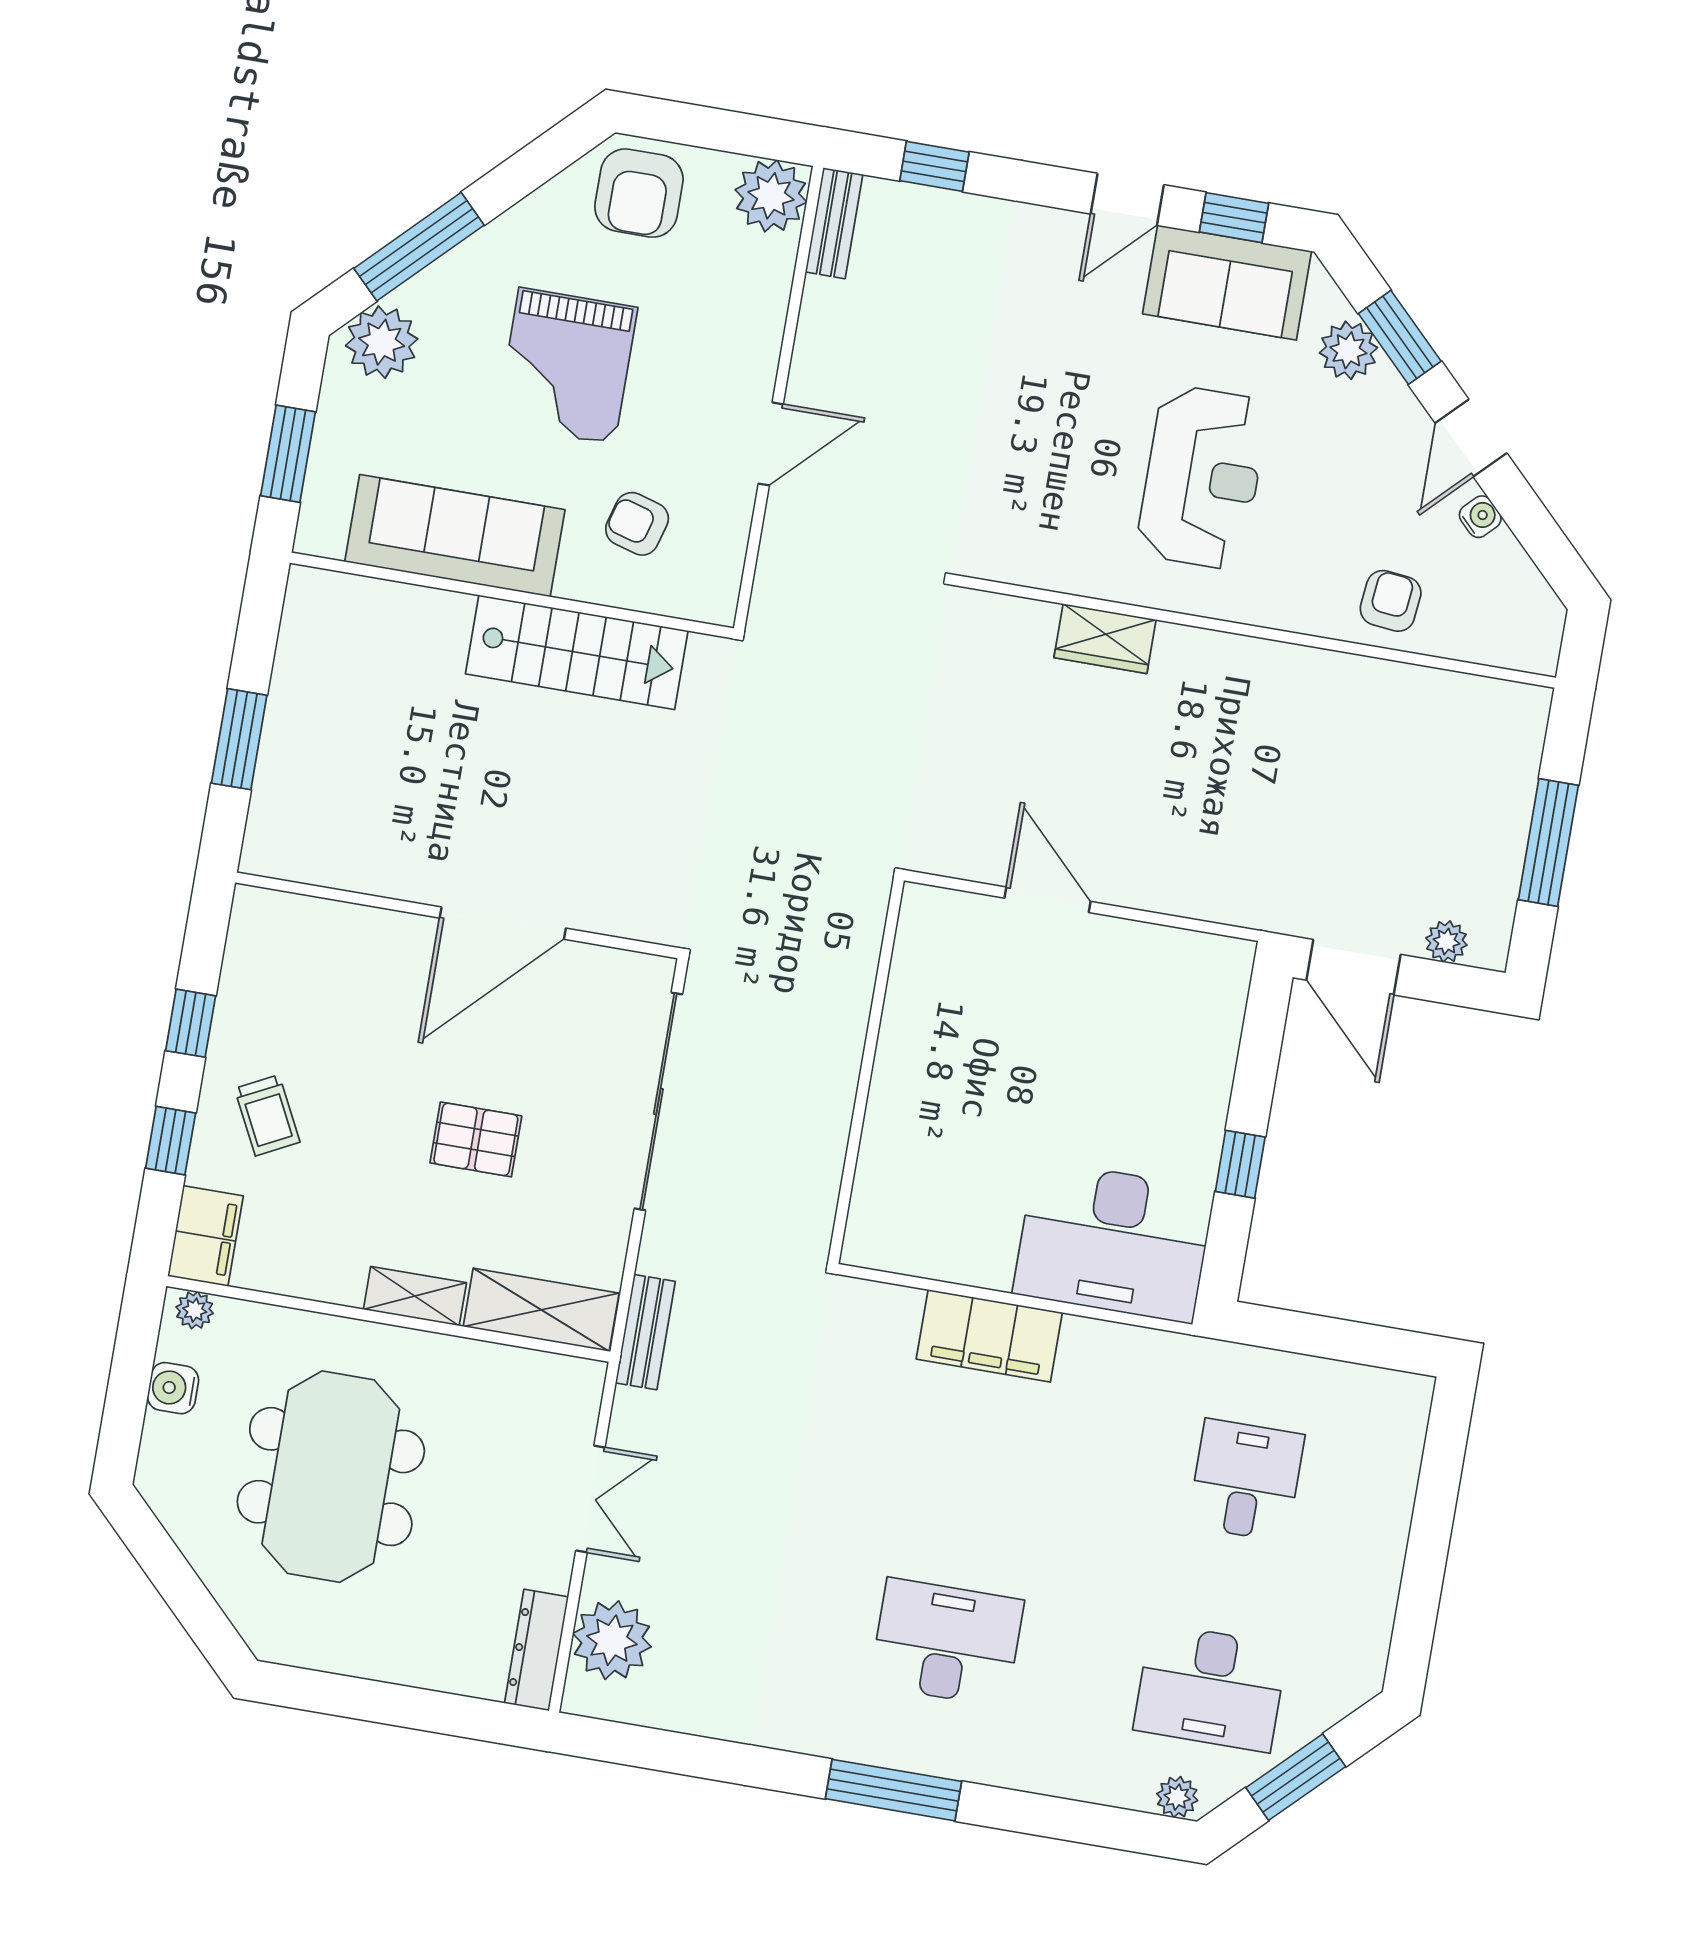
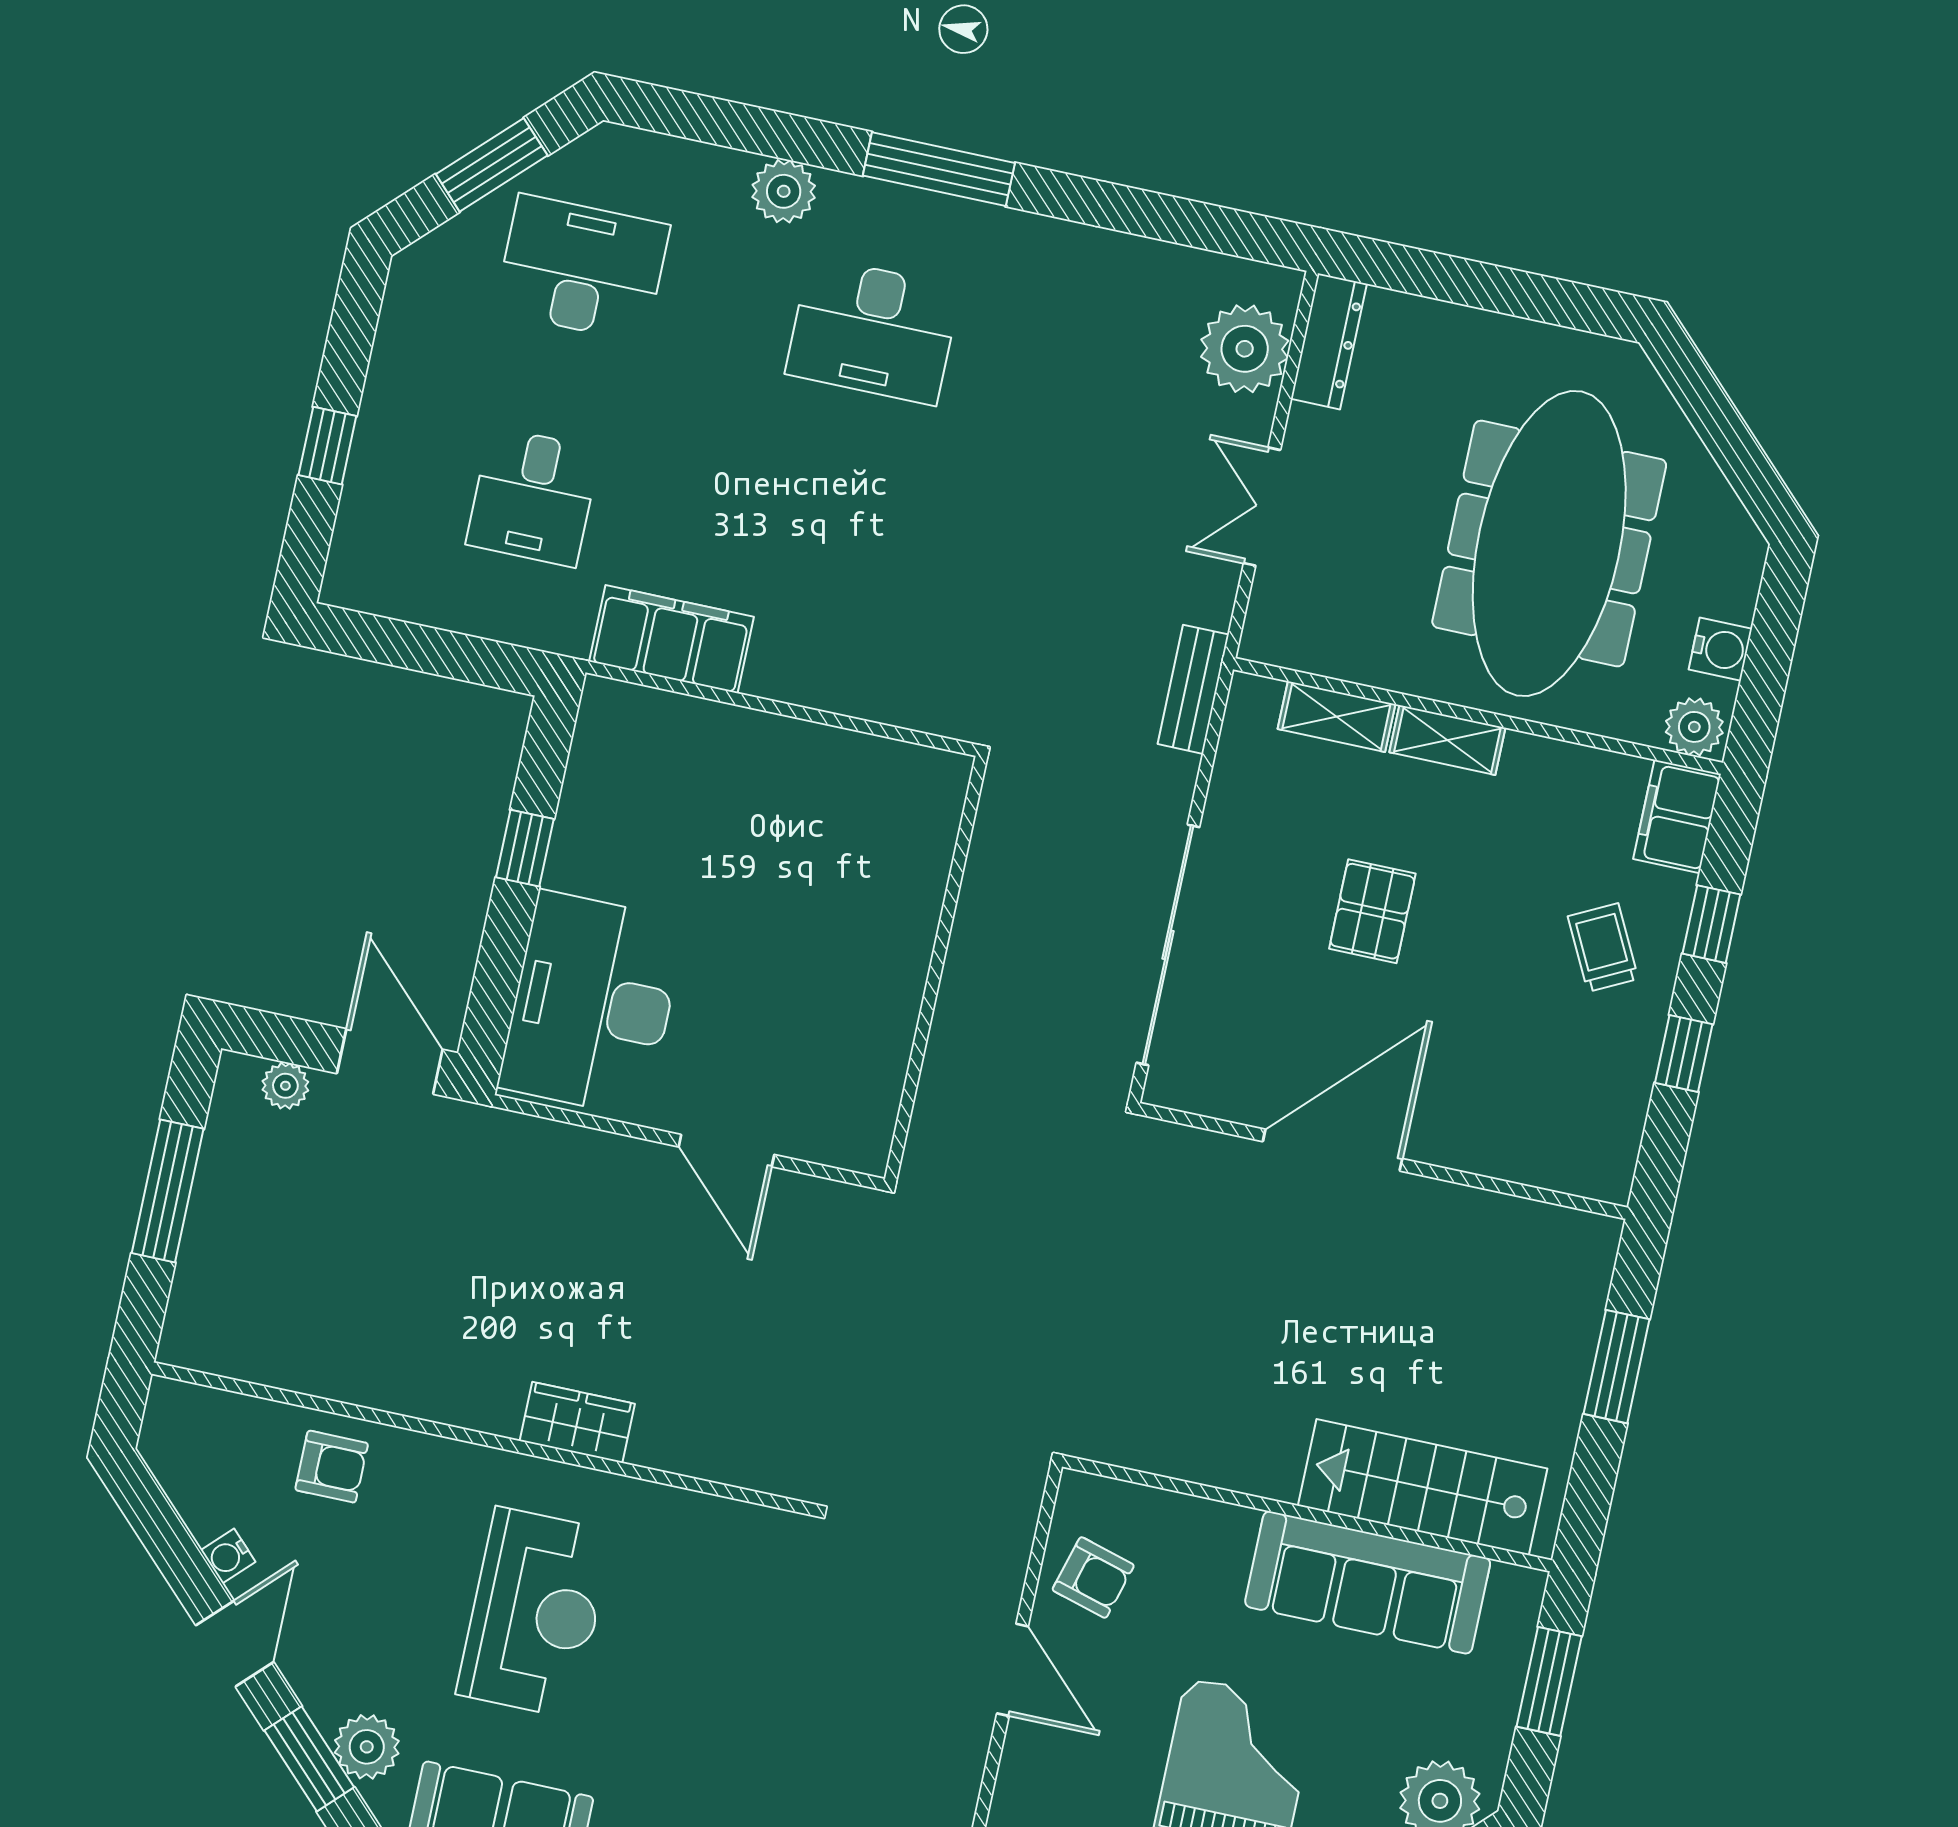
door: (771, 444) -> (1013, 1670), swing flipped
reception desk: (1202, 477) -> (535, 1613), turned 180
armchair: (637, 524) -> (1093, 1578), moved
armchair: (1391, 601) -> (332, 1467), turned -96
wardrobe: (1105, 639) -> (577, 1422), moved
stairs: (577, 652) -> (1423, 1487), moved
pallet: (476, 1139) -> (1372, 911), turned 90
desk: (1114, 1241) -> (592, 1004), moved, turned -90
plant: (195, 1310) -> (1694, 727), width x1.38, depth x1.38
shelving: (541, 1310) -> (1336, 717), width x0.67, depth x0.75
filing cabinet: (989, 1336) -> (672, 639), moved
meeting table: (331, 1477) -> (1549, 544), width x1.36
window: (1433, 1519) -> (327, 446), added
plant: (1177, 1797) -> (784, 191), moved, width x1.38, depth x1.38

